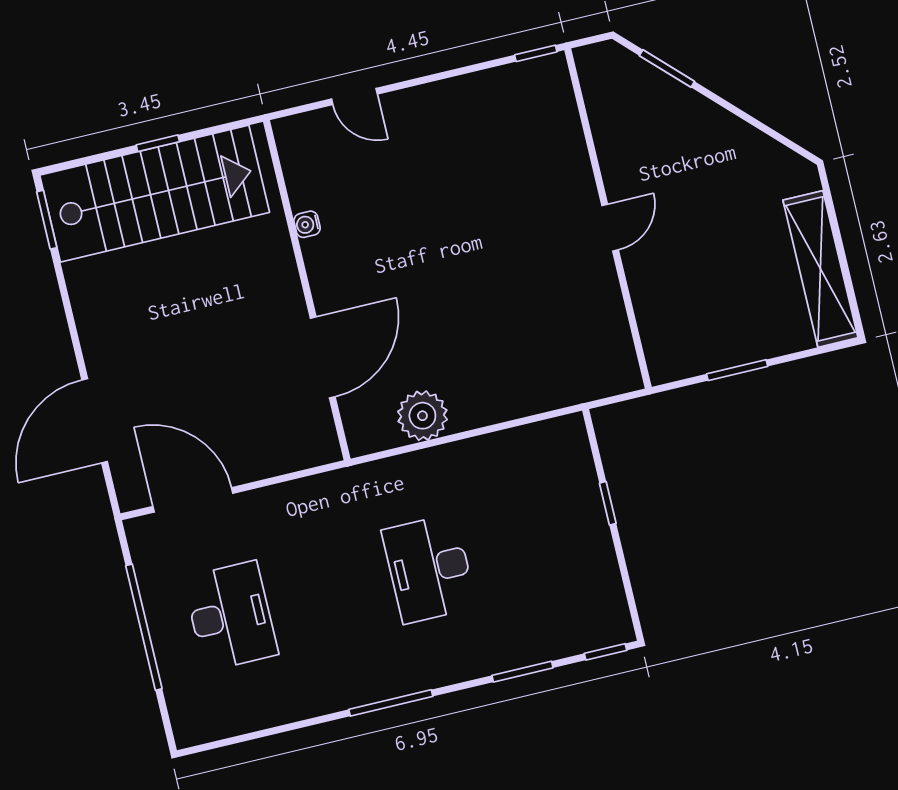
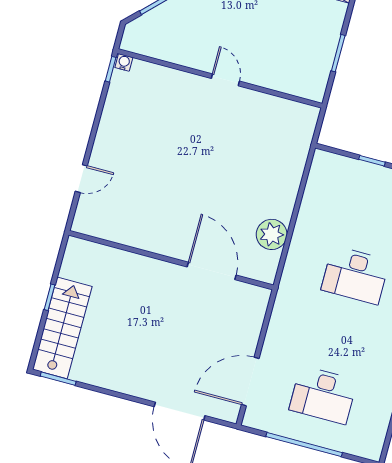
stairs: (155, 194) -> (62, 328), width x0.73, depth x0.66
water cooler: (307, 224) -> (124, 62), moved, turned 180
desk: (230, 616) -> (323, 395), turned 180

